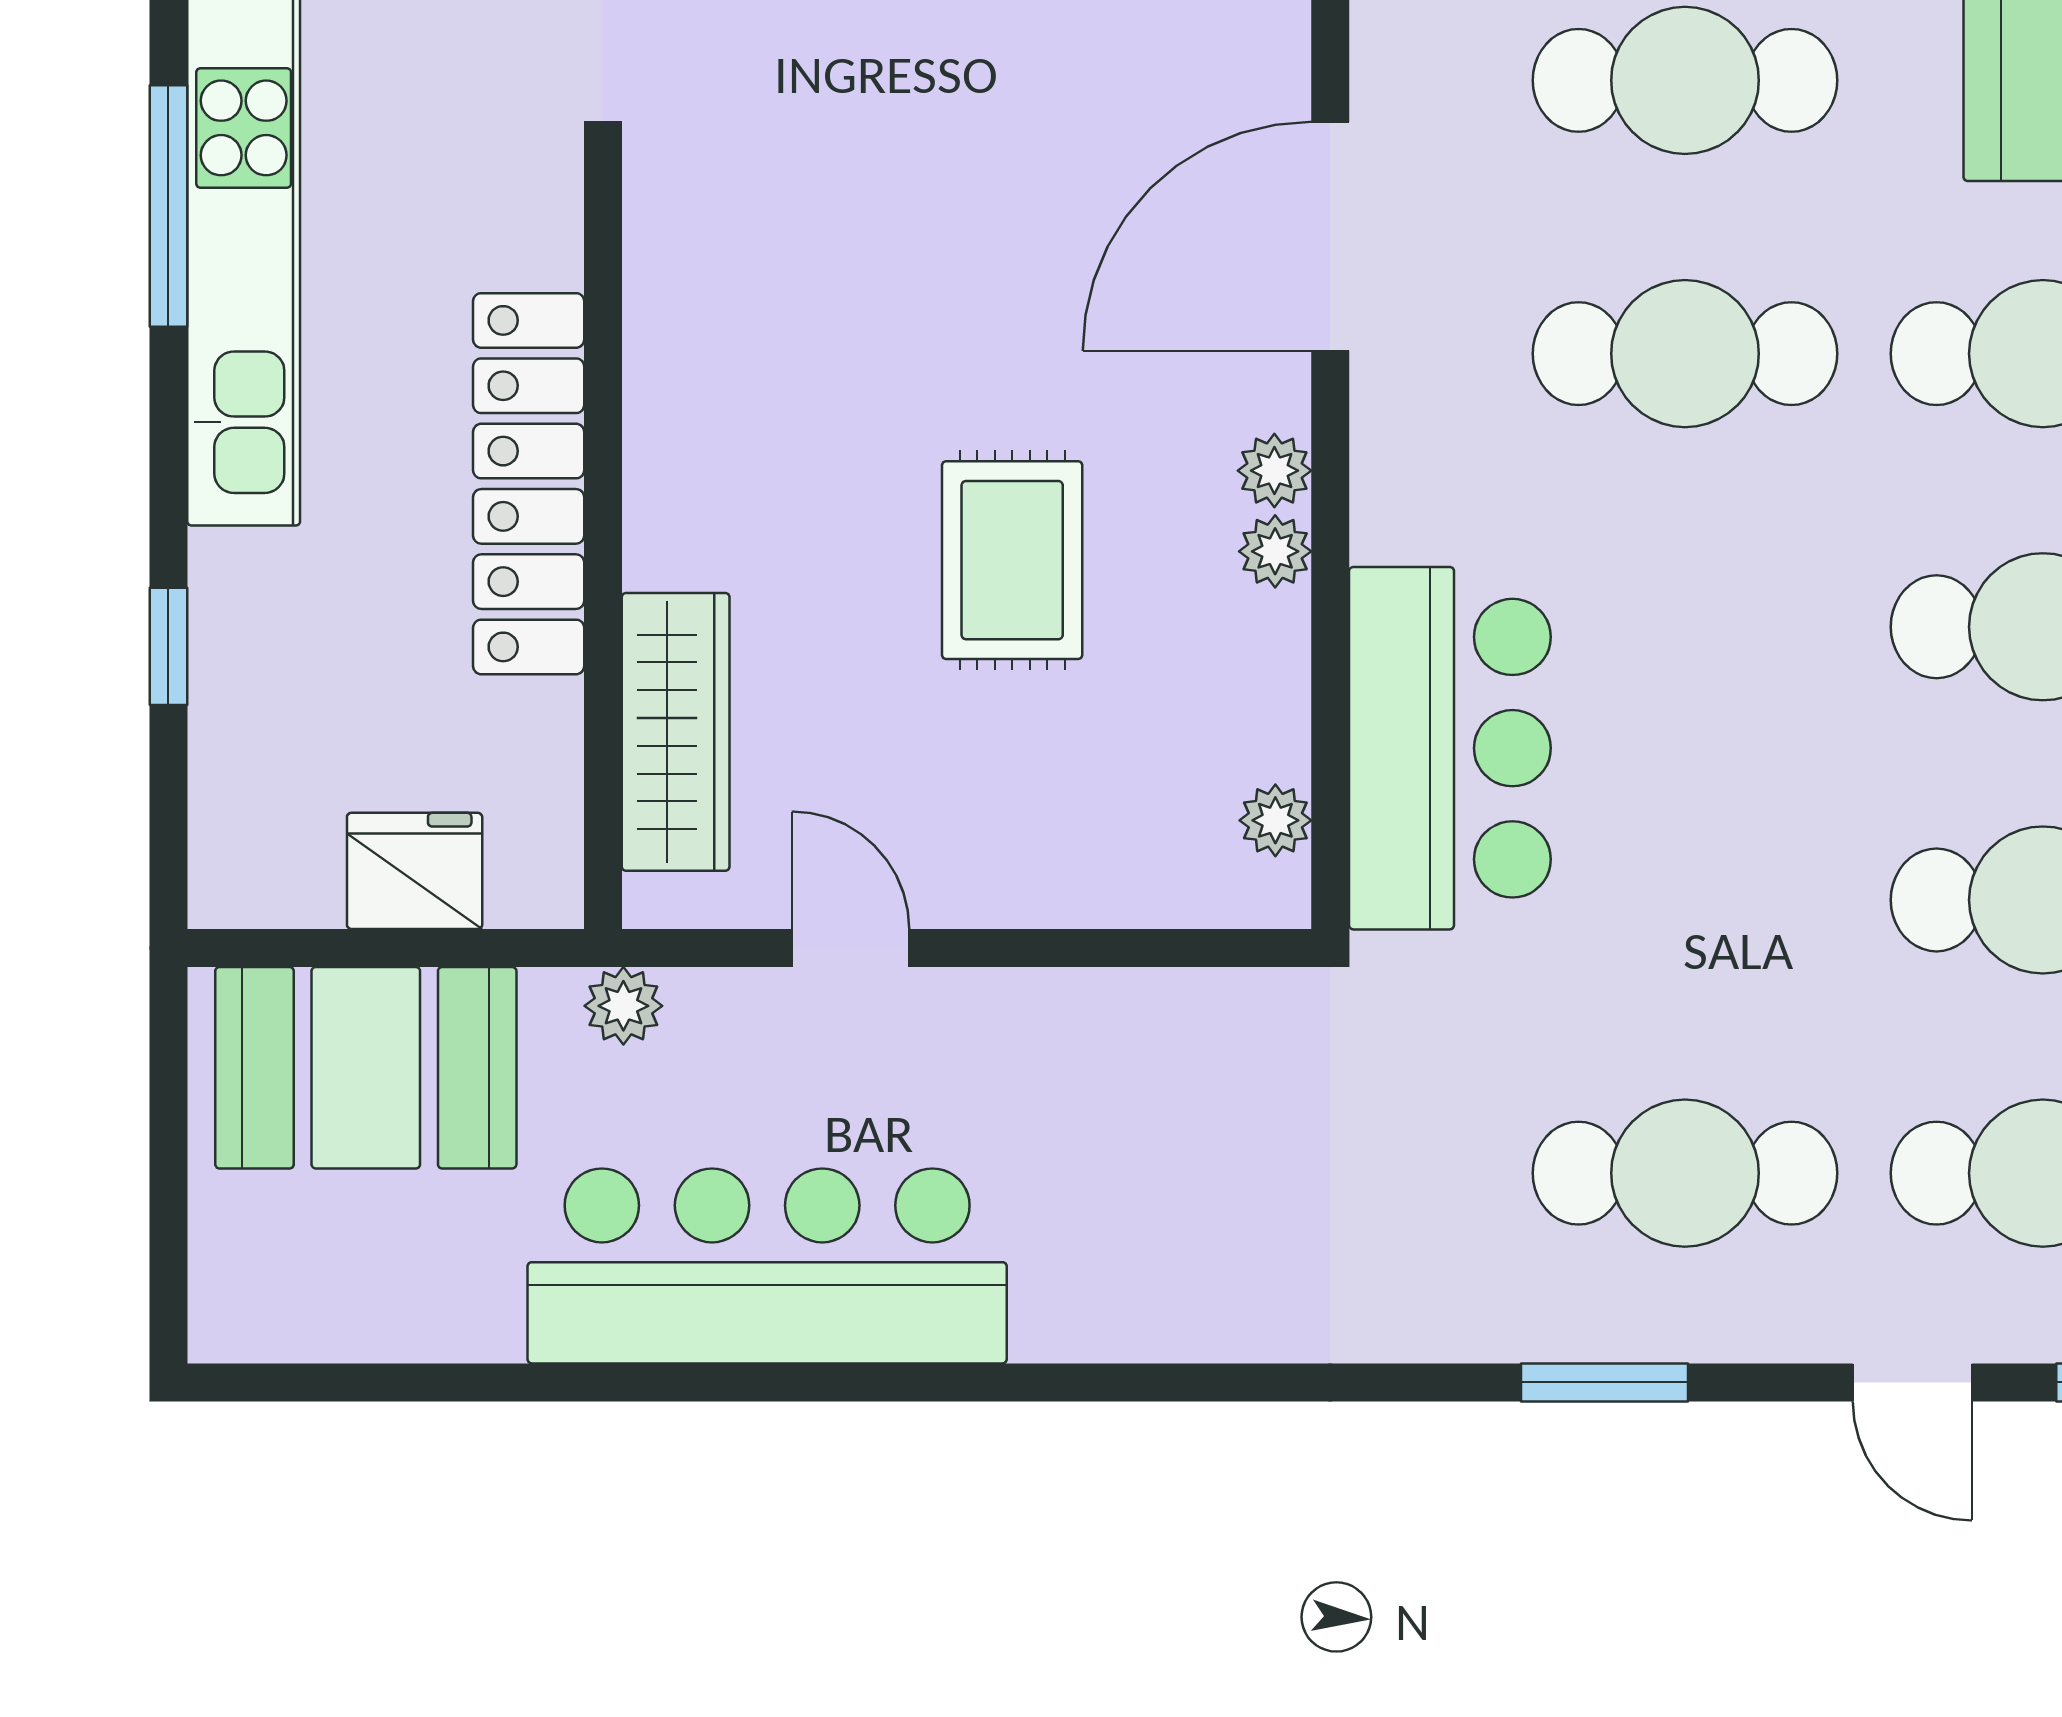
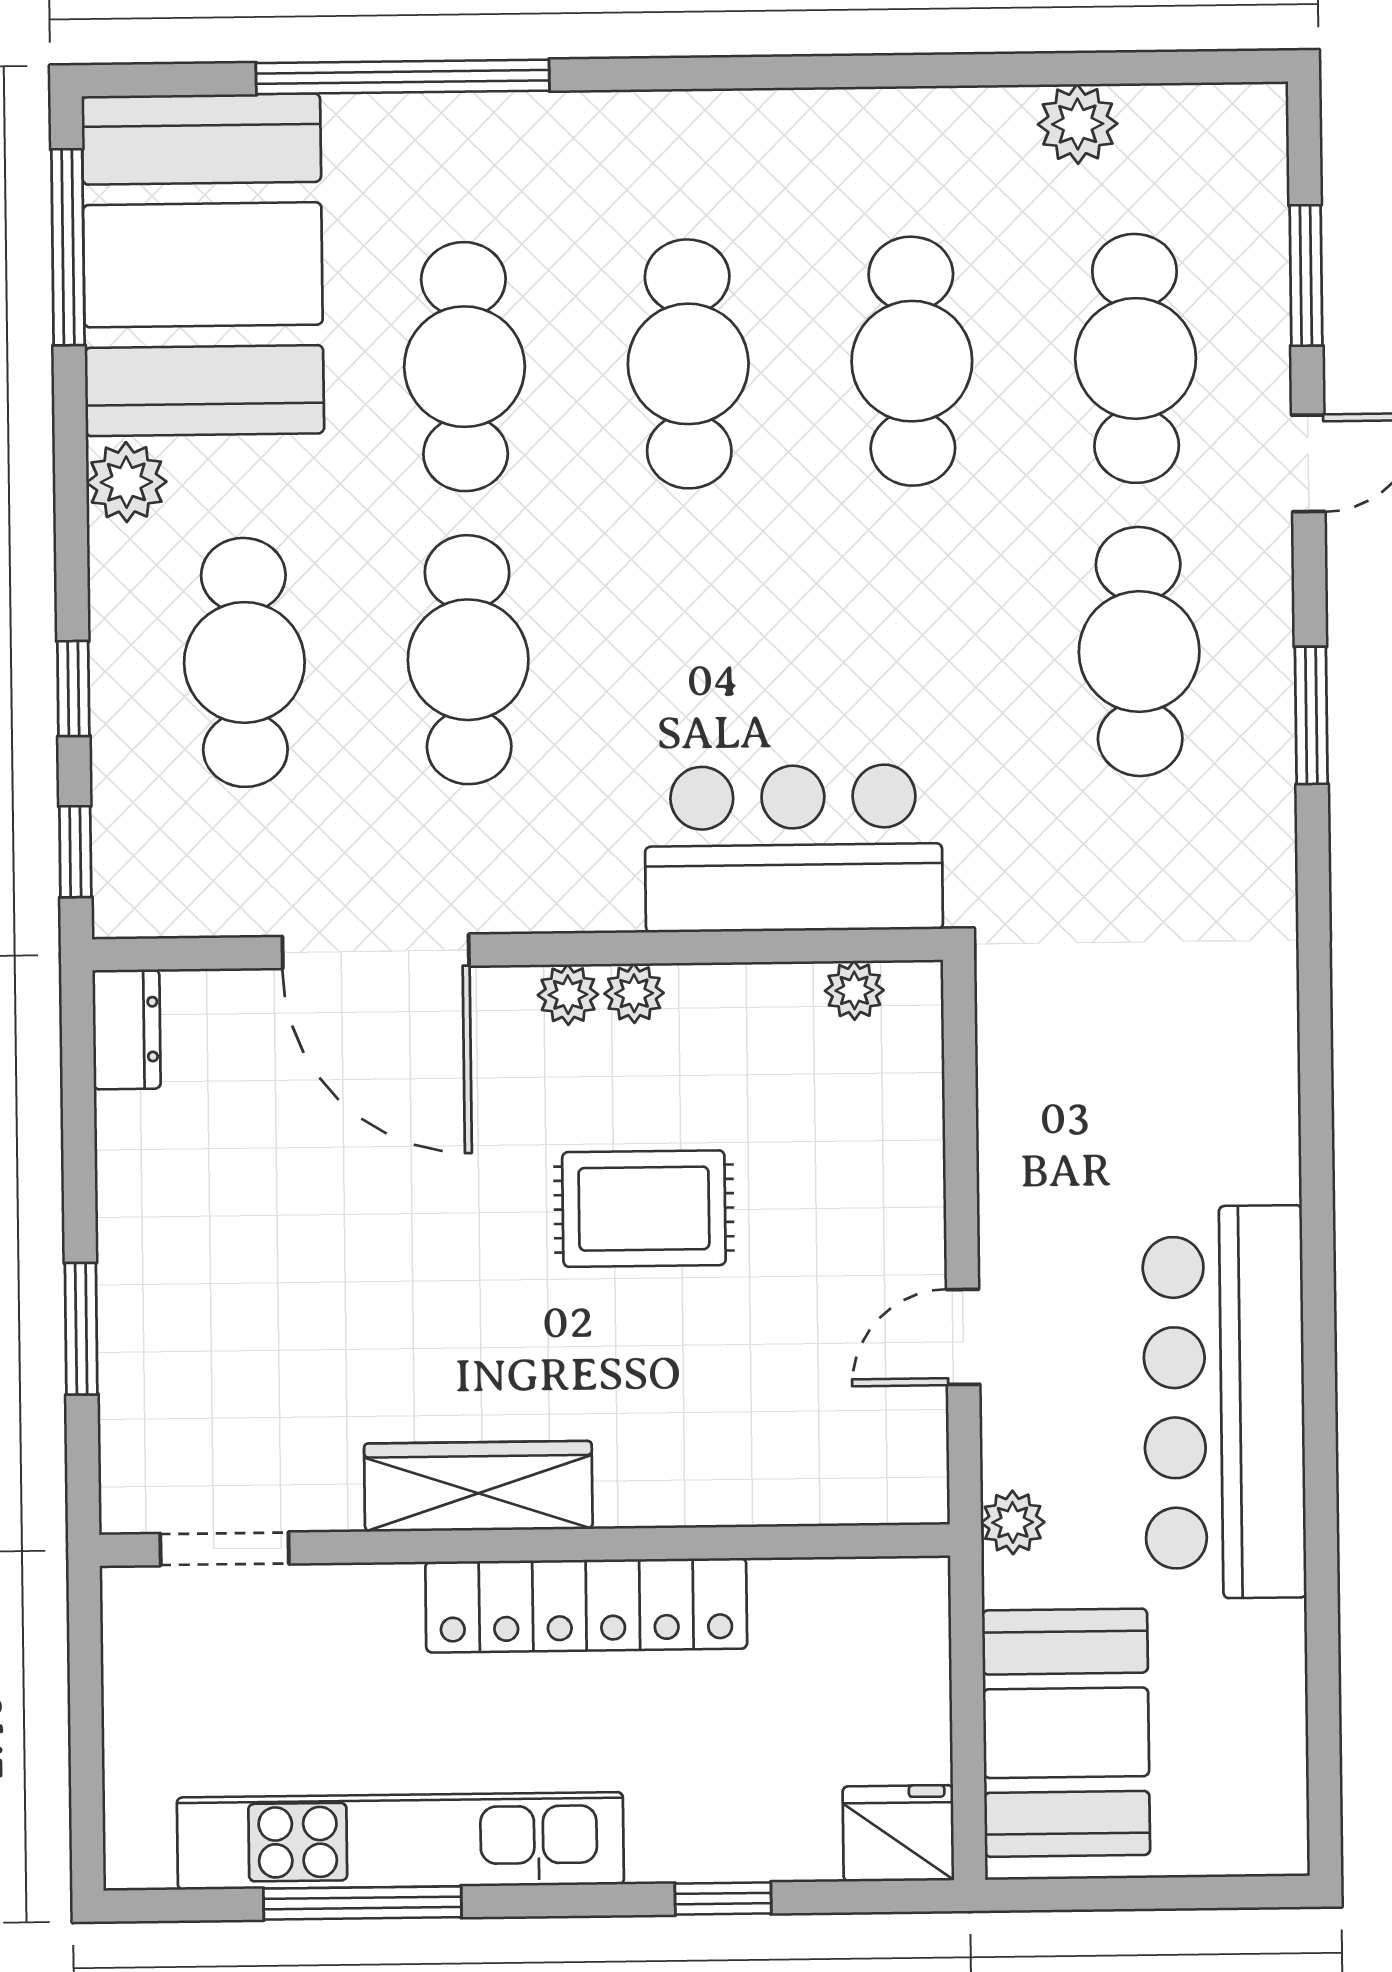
wardrobe: (676, 732) -> (478, 1486), moved
fridge: (415, 871) -> (898, 1833), moved, turned 90

